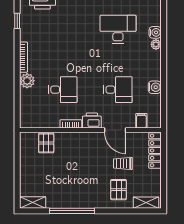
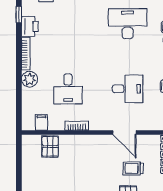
desk: (63, 90) -> (68, 89), turned 90
printer: (92, 121) -> (30, 26), moved, turned 90
filing cabinet: (141, 121) -> (41, 122), moved

